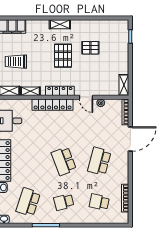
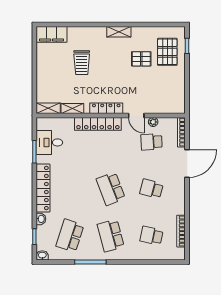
shelving: (60, 24) -> (119, 32), moved
pallet: (63, 56) -> (167, 52), moved
trolley: (16, 62) -> (82, 63), moved, turned -90
shelving: (124, 85) -> (180, 101), removed
school desk: (99, 120) -> (151, 142), added
school desk: (99, 161) -> (151, 189), width x0.54
school desk: (64, 202) -> (111, 236), width x1.85

